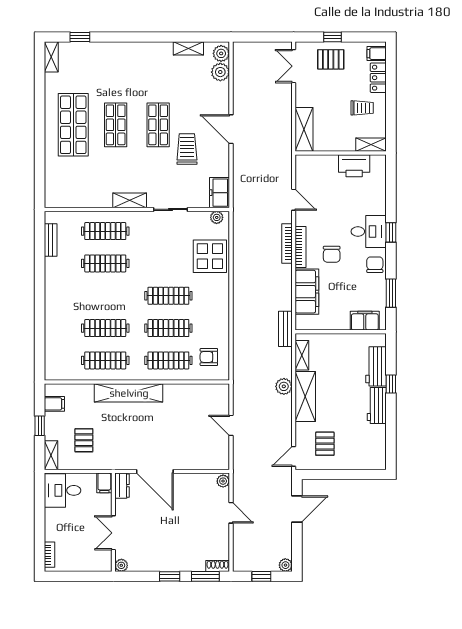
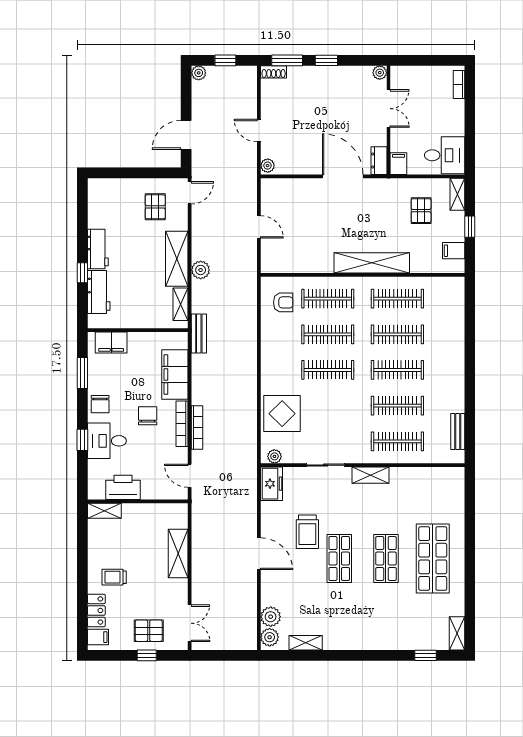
shelving: (371, 145) -> (104, 511), moved
wall: (341, 153) -> (138, 501), moved
printer: (354, 166) -> (123, 487), moved
clothes rail: (105, 296) -> (397, 370), added

